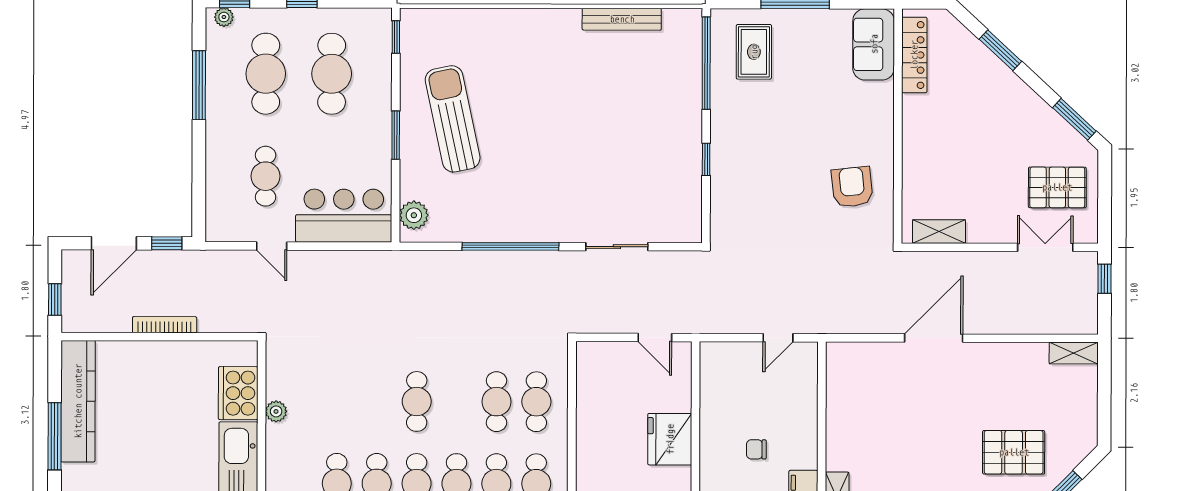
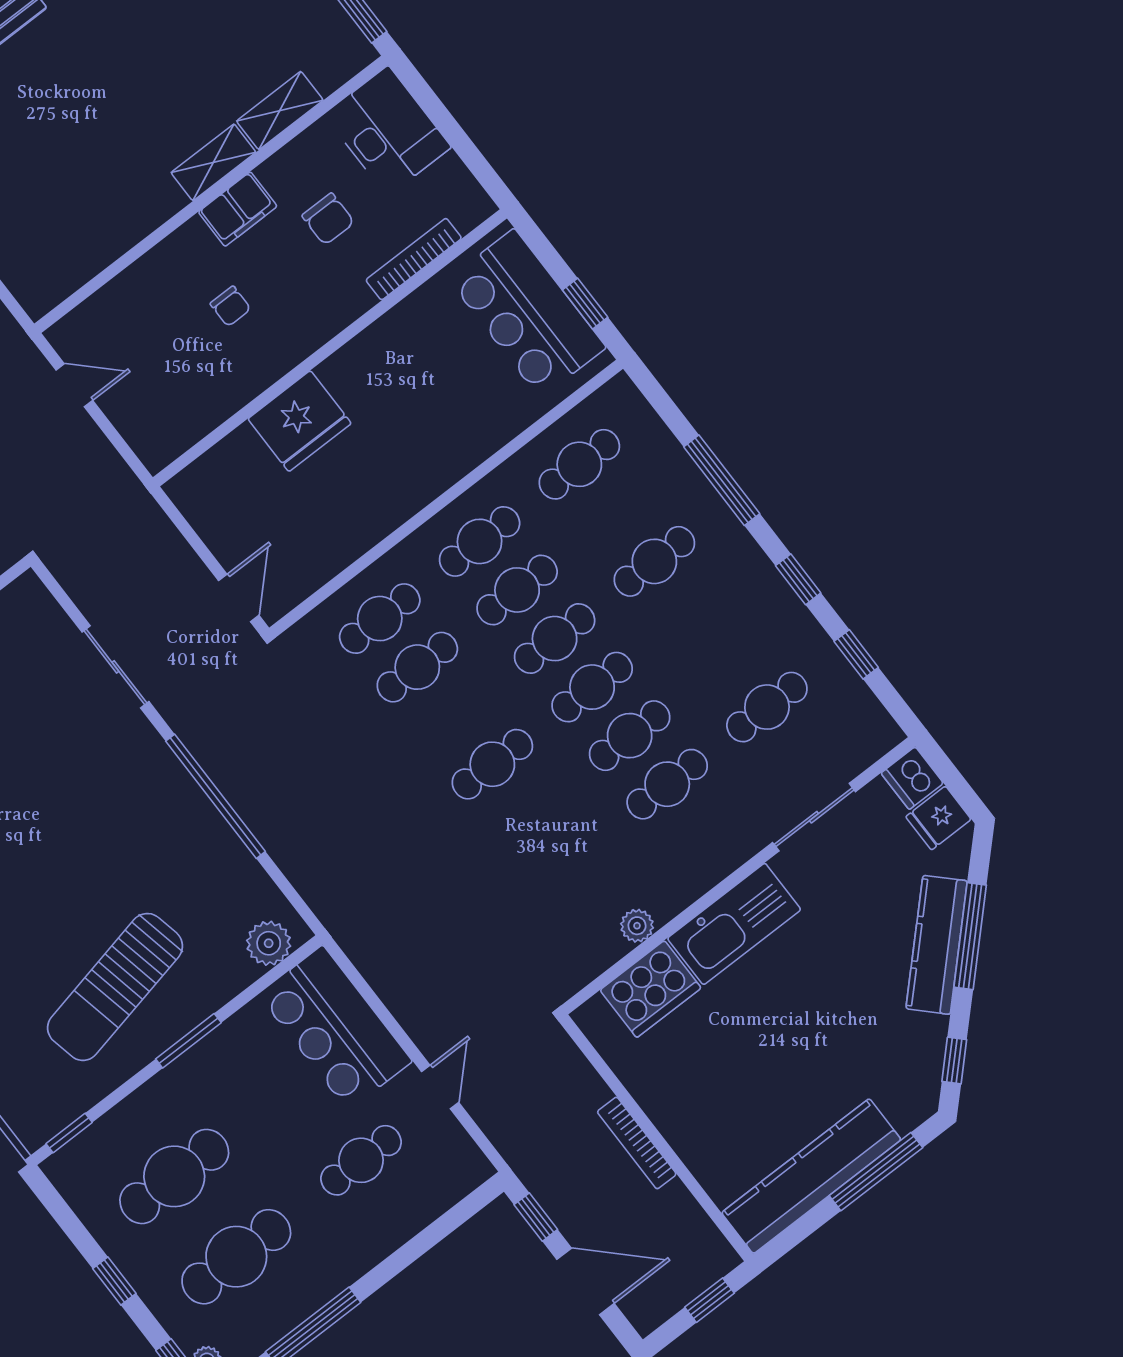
door: (655, 338) -> (239, 598), moved

